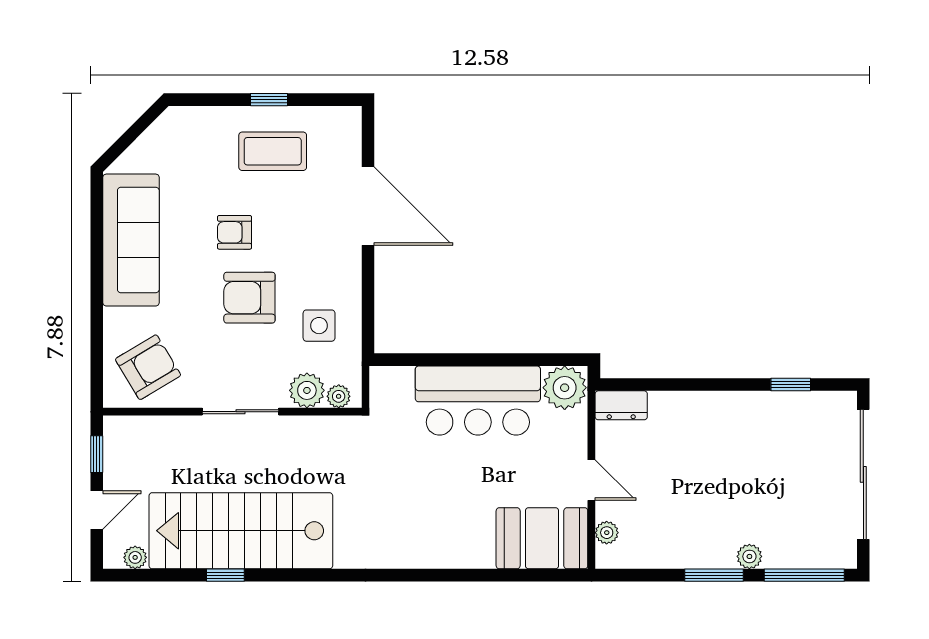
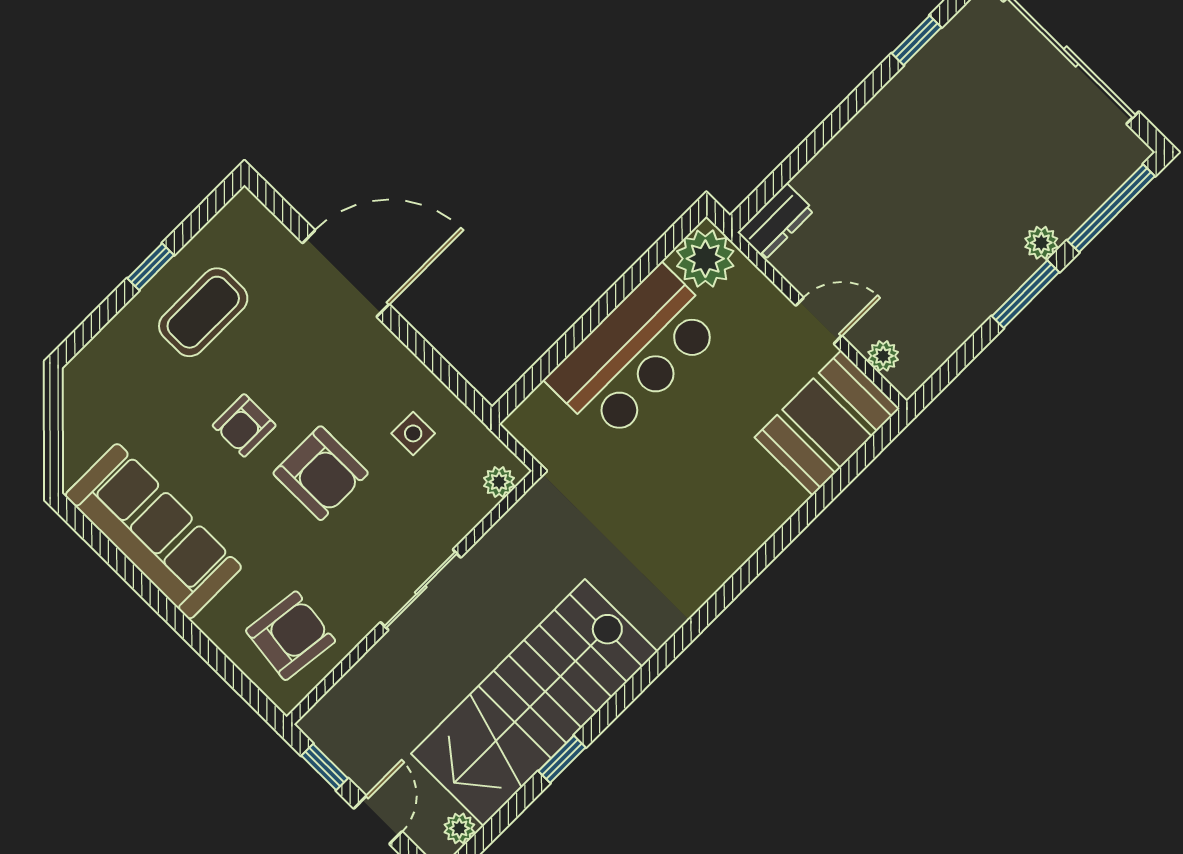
armchair: (249, 298) -> (321, 473), turned -90
side table: (319, 326) -> (413, 433), width x0.73, depth x0.73
armchair: (148, 367) -> (291, 636), turned 38
plant: (307, 390) -> (463, 507), removed

